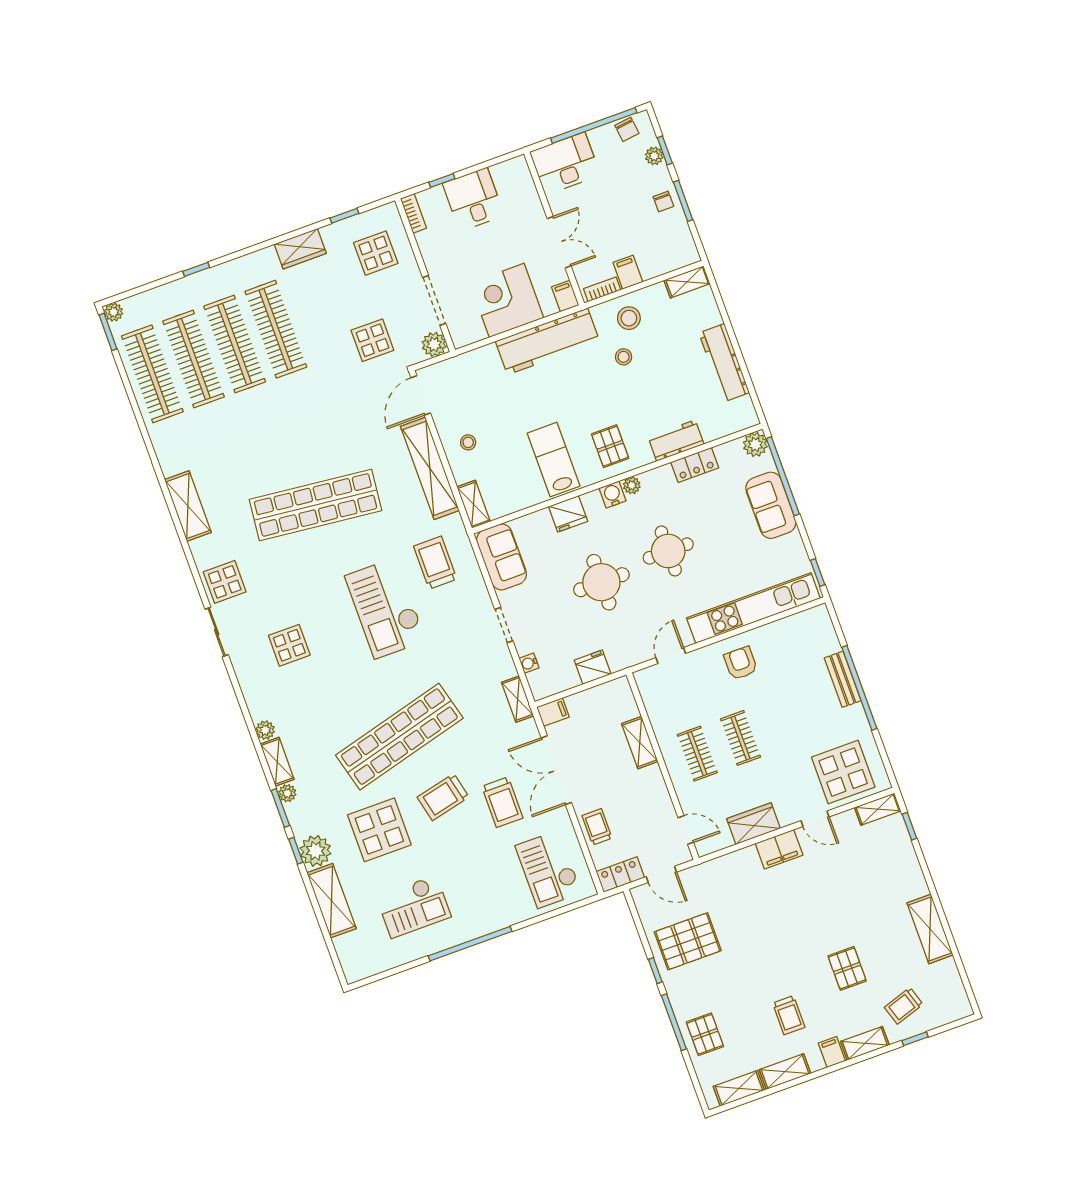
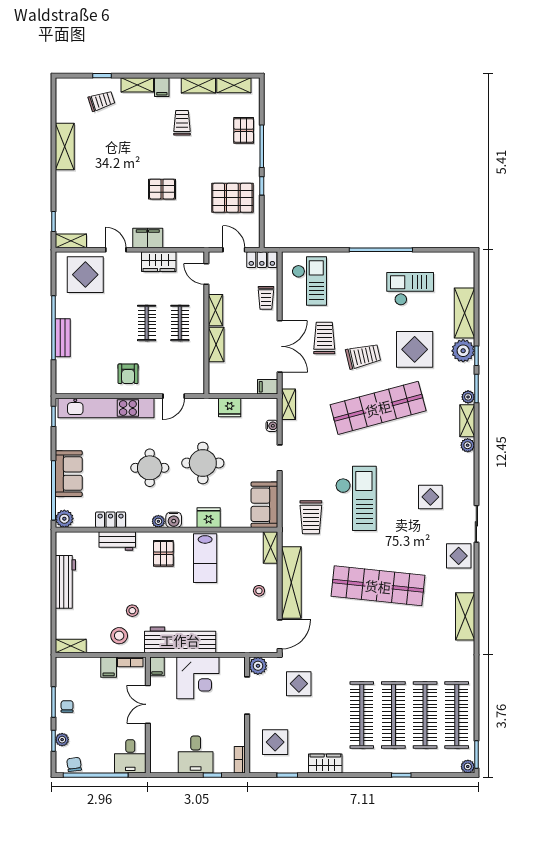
desk: (565, 163) -> (130, 756), width x0.73
shelving: (657, 787) -> (215, 310), added
pallet: (847, 968) -> (162, 189), moved, turned 90

